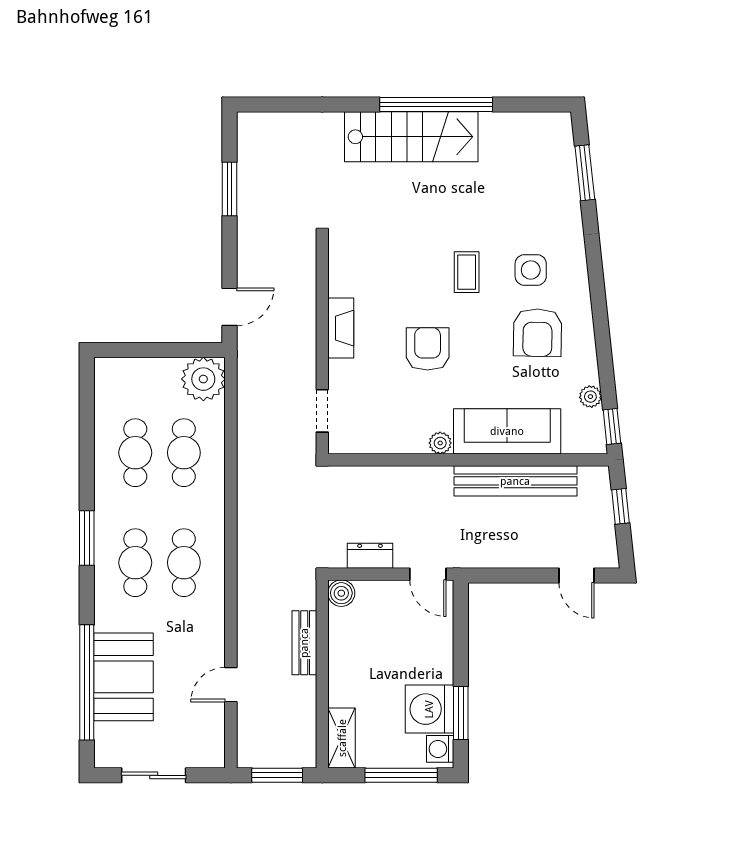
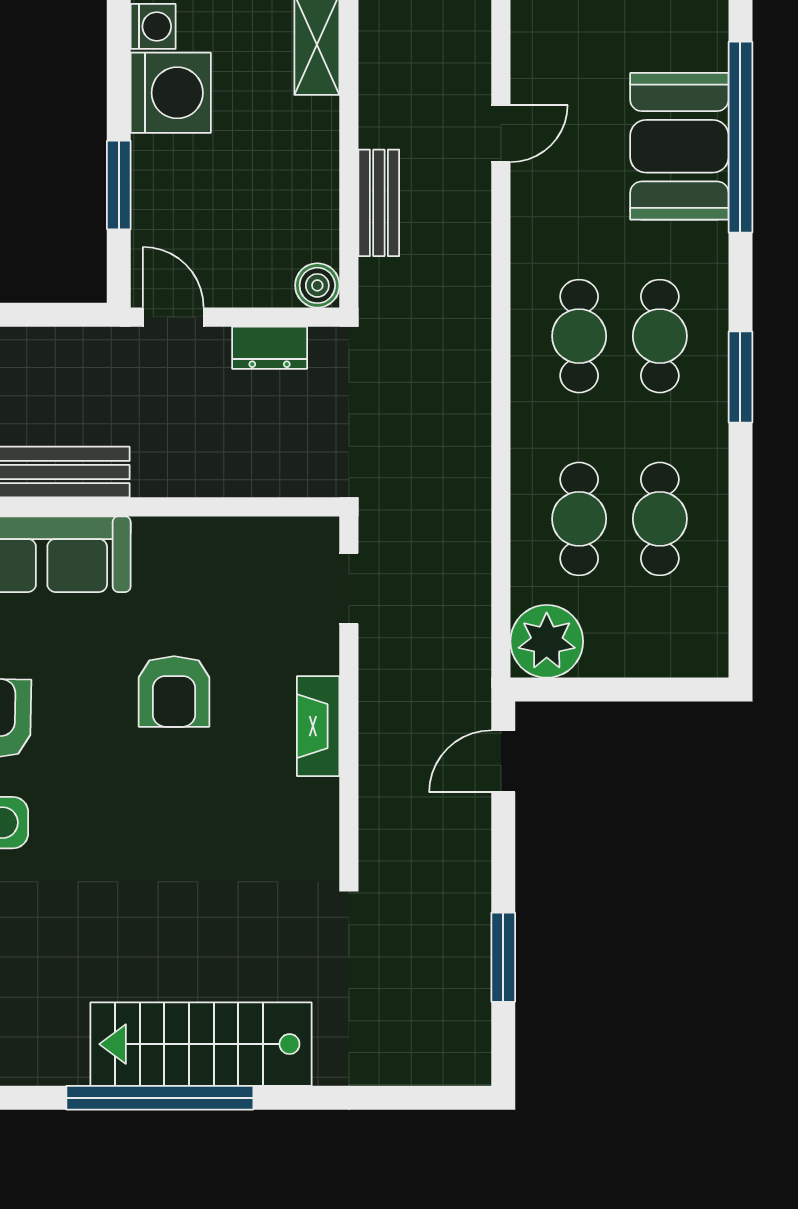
coffee table: (467, 272) -> (109, 819), removed
plant: (440, 443) -> (153, 535), removed
window: (461, 713) -> (119, 185), moved

